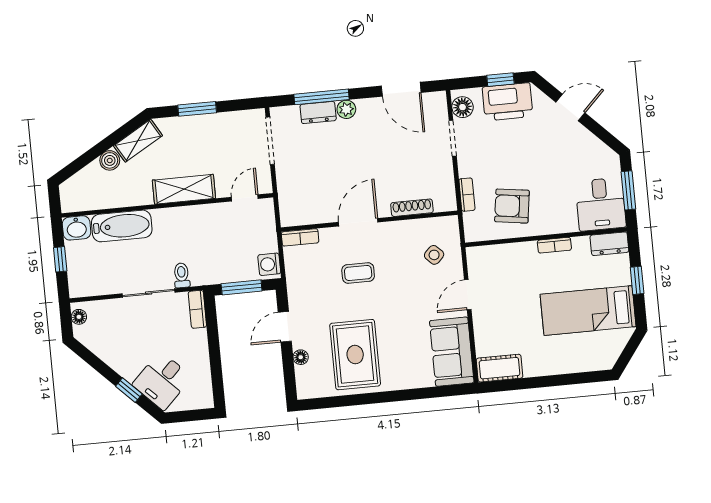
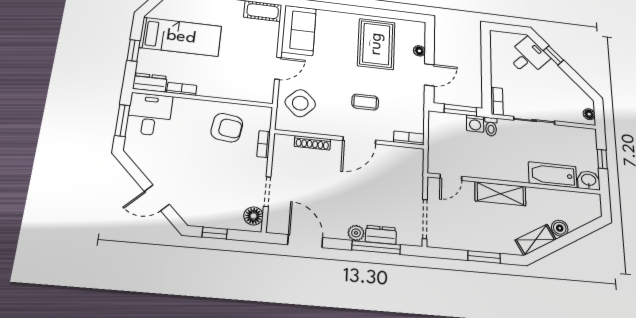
printer: (508, 102) -> (212, 213), removed
bookcase: (554, 245) -> (182, 89), moved
side table: (434, 255) -> (300, 103), width x1.87, depth x1.87
washing machine: (269, 264) -> (475, 124), moved, turned 90
toilet: (182, 275) -> (491, 127), moved

